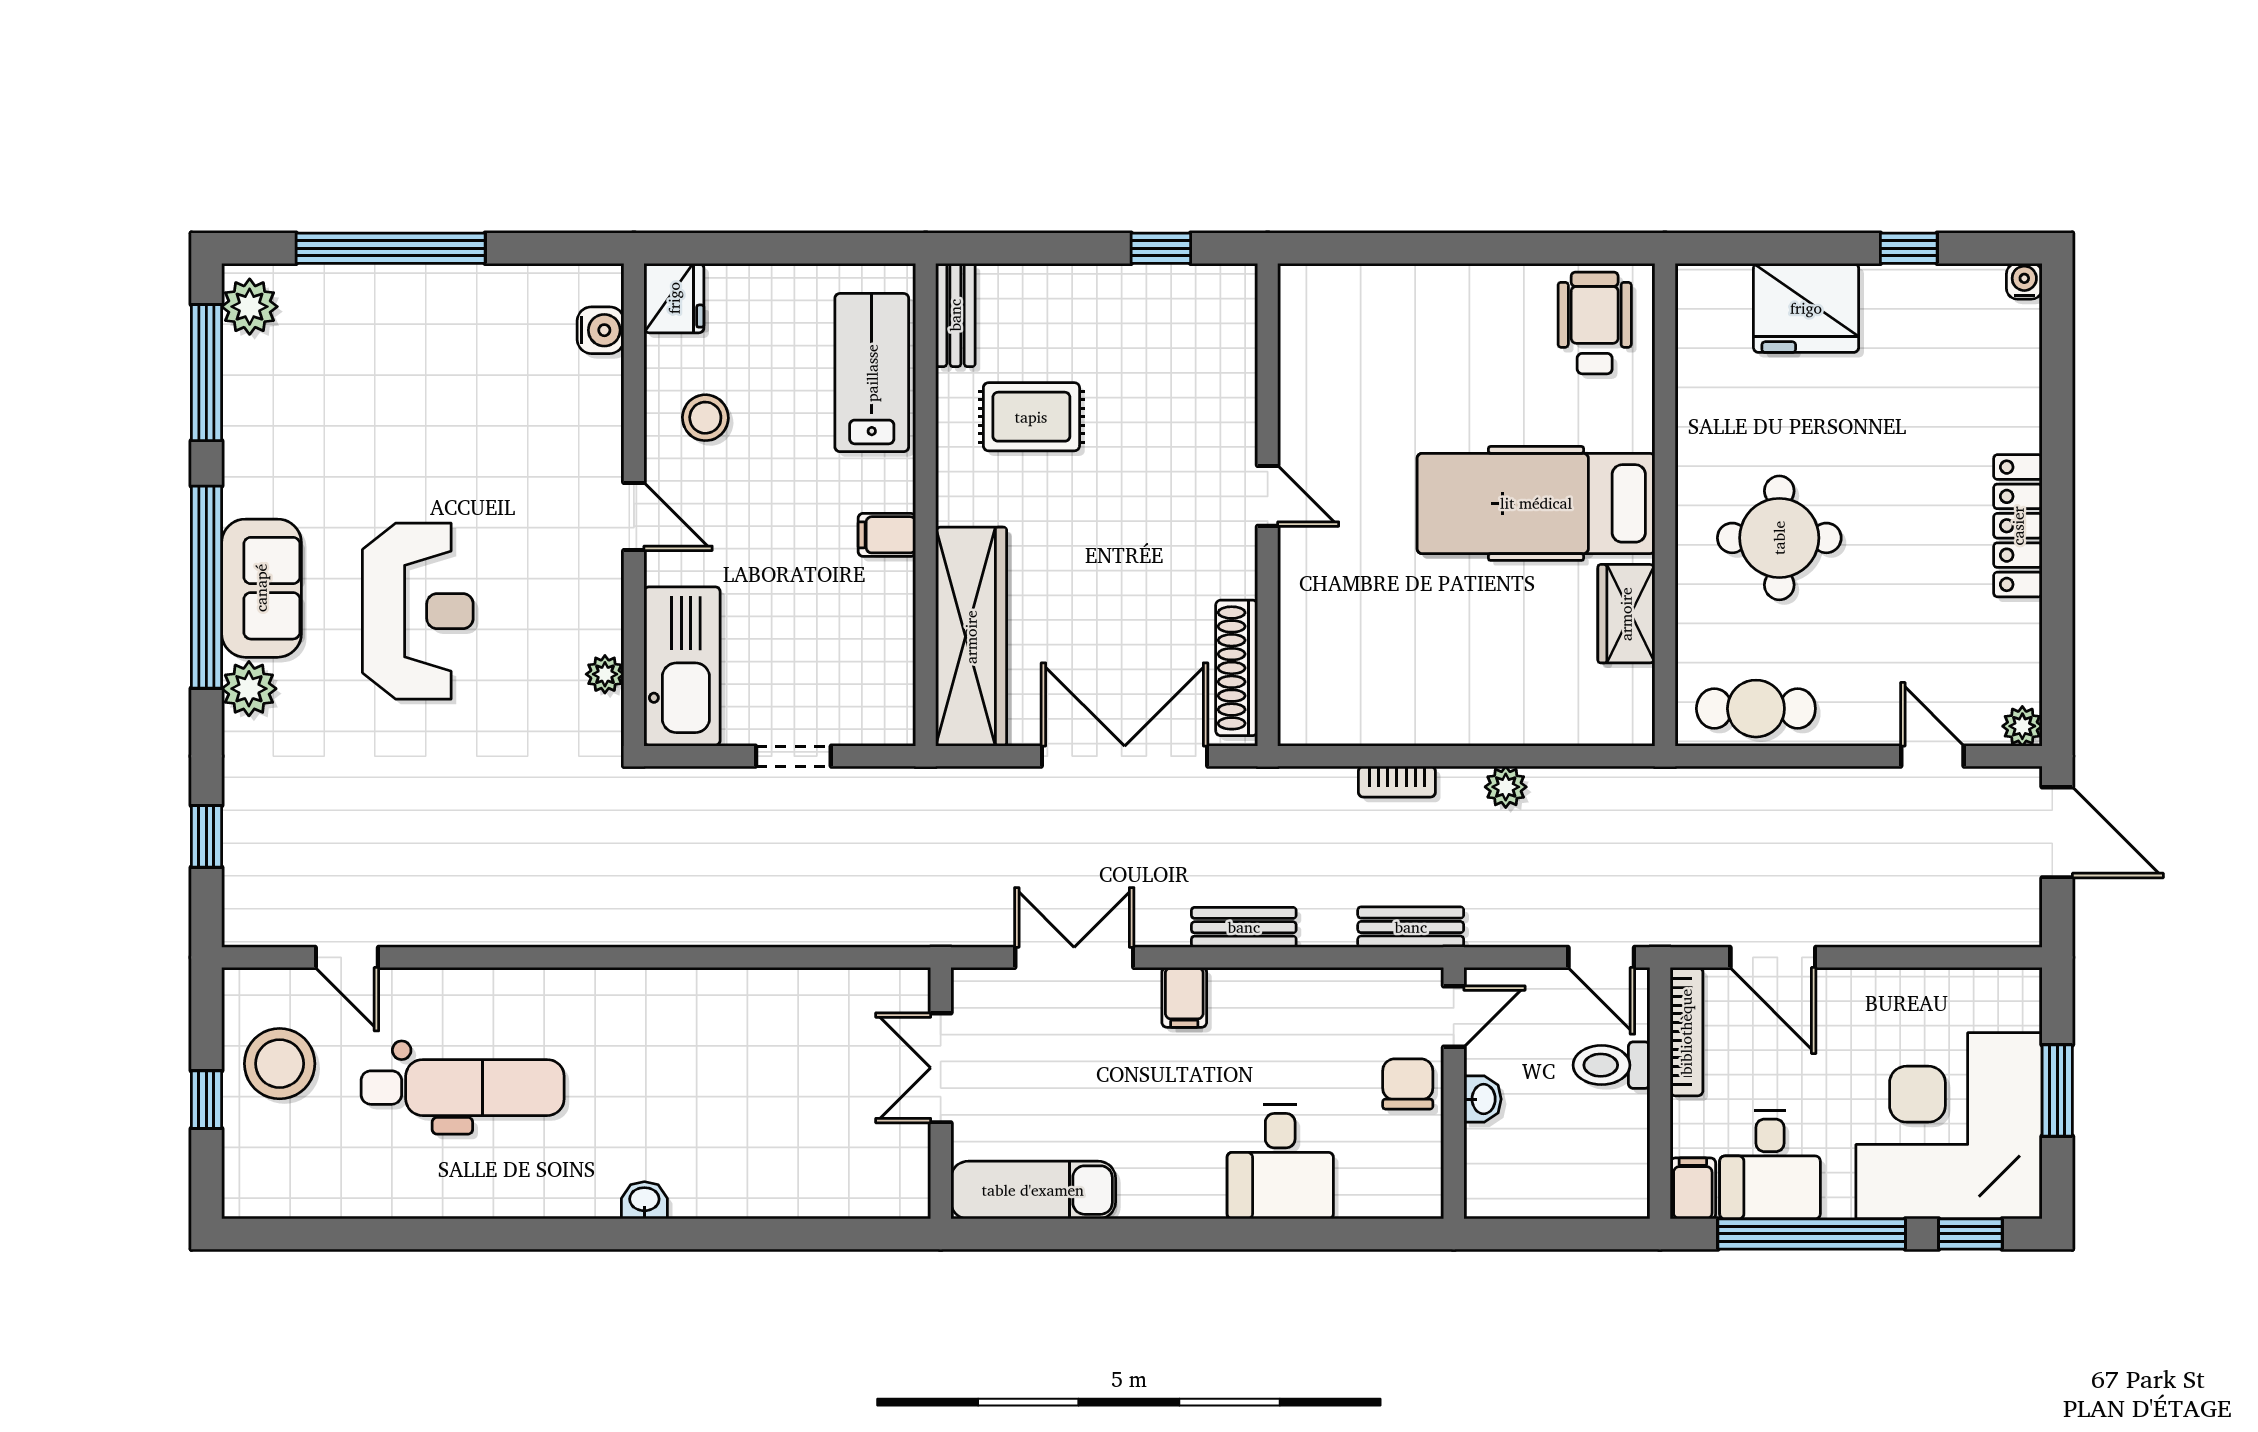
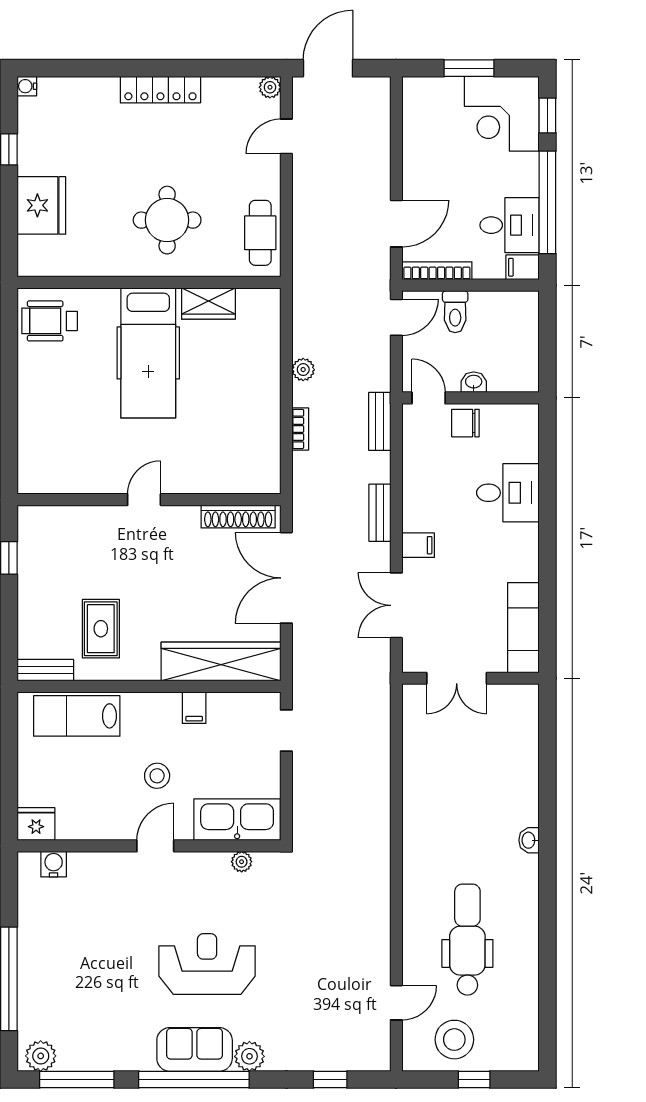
stool: (705, 418) -> (157, 776), moved
filing cabinet: (887, 535) -> (194, 708), moved
doorway: (793, 756) -> (286, 731), moved
corner desk: (1949, 1126) -> (502, 114), width x0.74, depth x0.74

